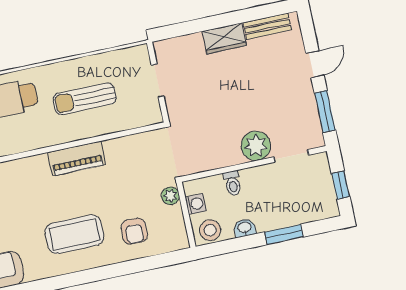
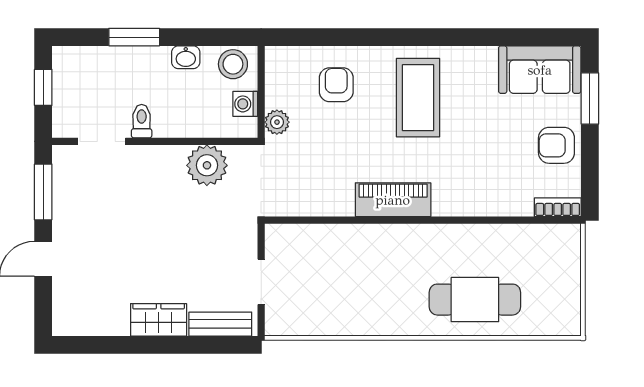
bench: (267, 26) -> (220, 324), moved
sun lounger: (85, 99) -> (365, 278), removed
plant: (256, 146) -> (207, 165), moved
toilet: (233, 183) -> (142, 121), moved
coffee table: (74, 234) -> (418, 98), turned 90

